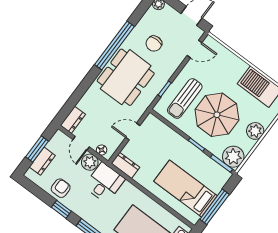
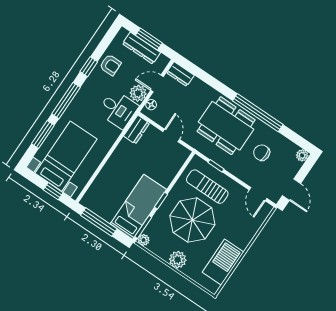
plant: (233, 157) -> (144, 240), width x0.53, depth x0.53
dresser: (42, 161) -> (141, 48), width x1.44
bed: (186, 188) -> (138, 207), moved

